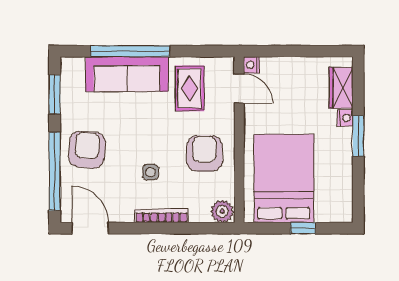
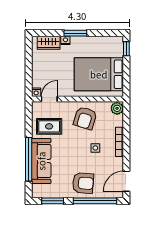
armchair: (87, 150) -> (83, 183), turned 180
armchair: (204, 154) -> (85, 118), turned -73
window: (303, 228) -> (126, 49), moved

